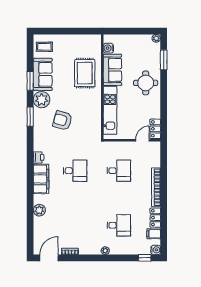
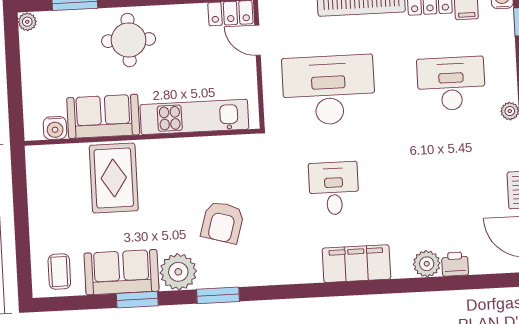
rug: (85, 73) -> (114, 178), turned 90
printer: (39, 158) -> (455, 264), moved
desk: (119, 171) -> (329, 90), width x1.87, depth x1.30
desk: (119, 225) -> (451, 84), width x1.37

